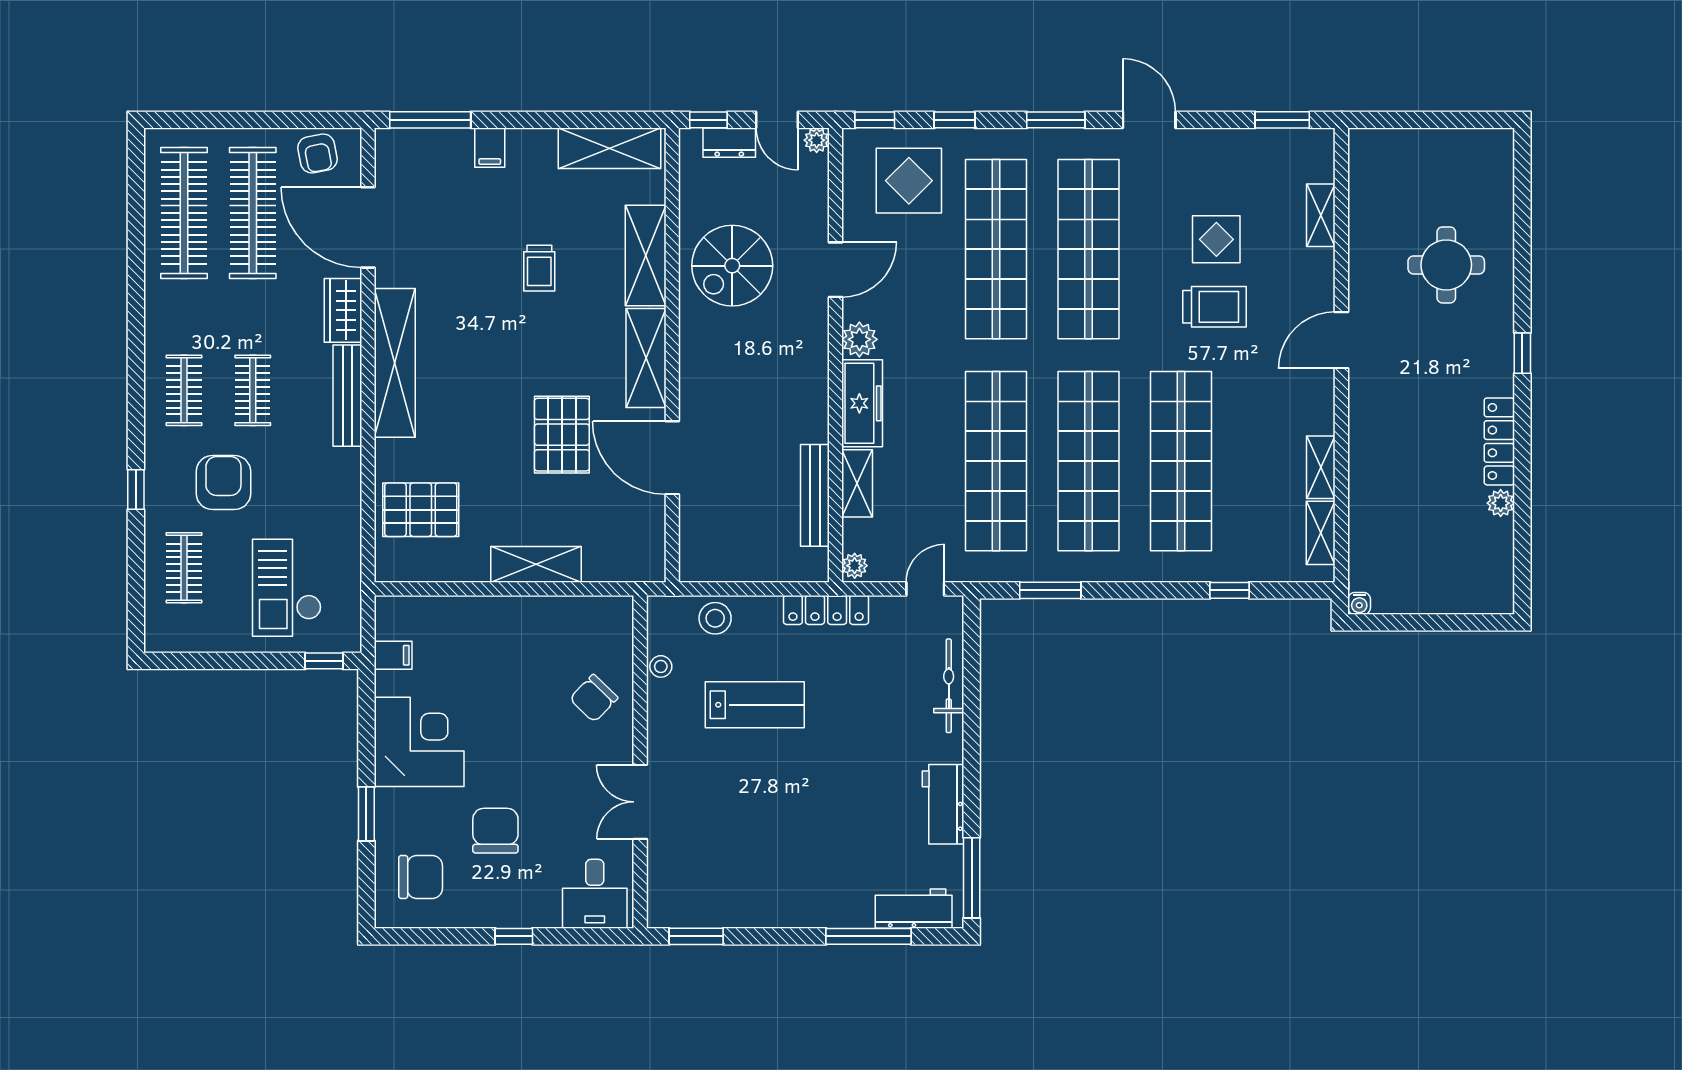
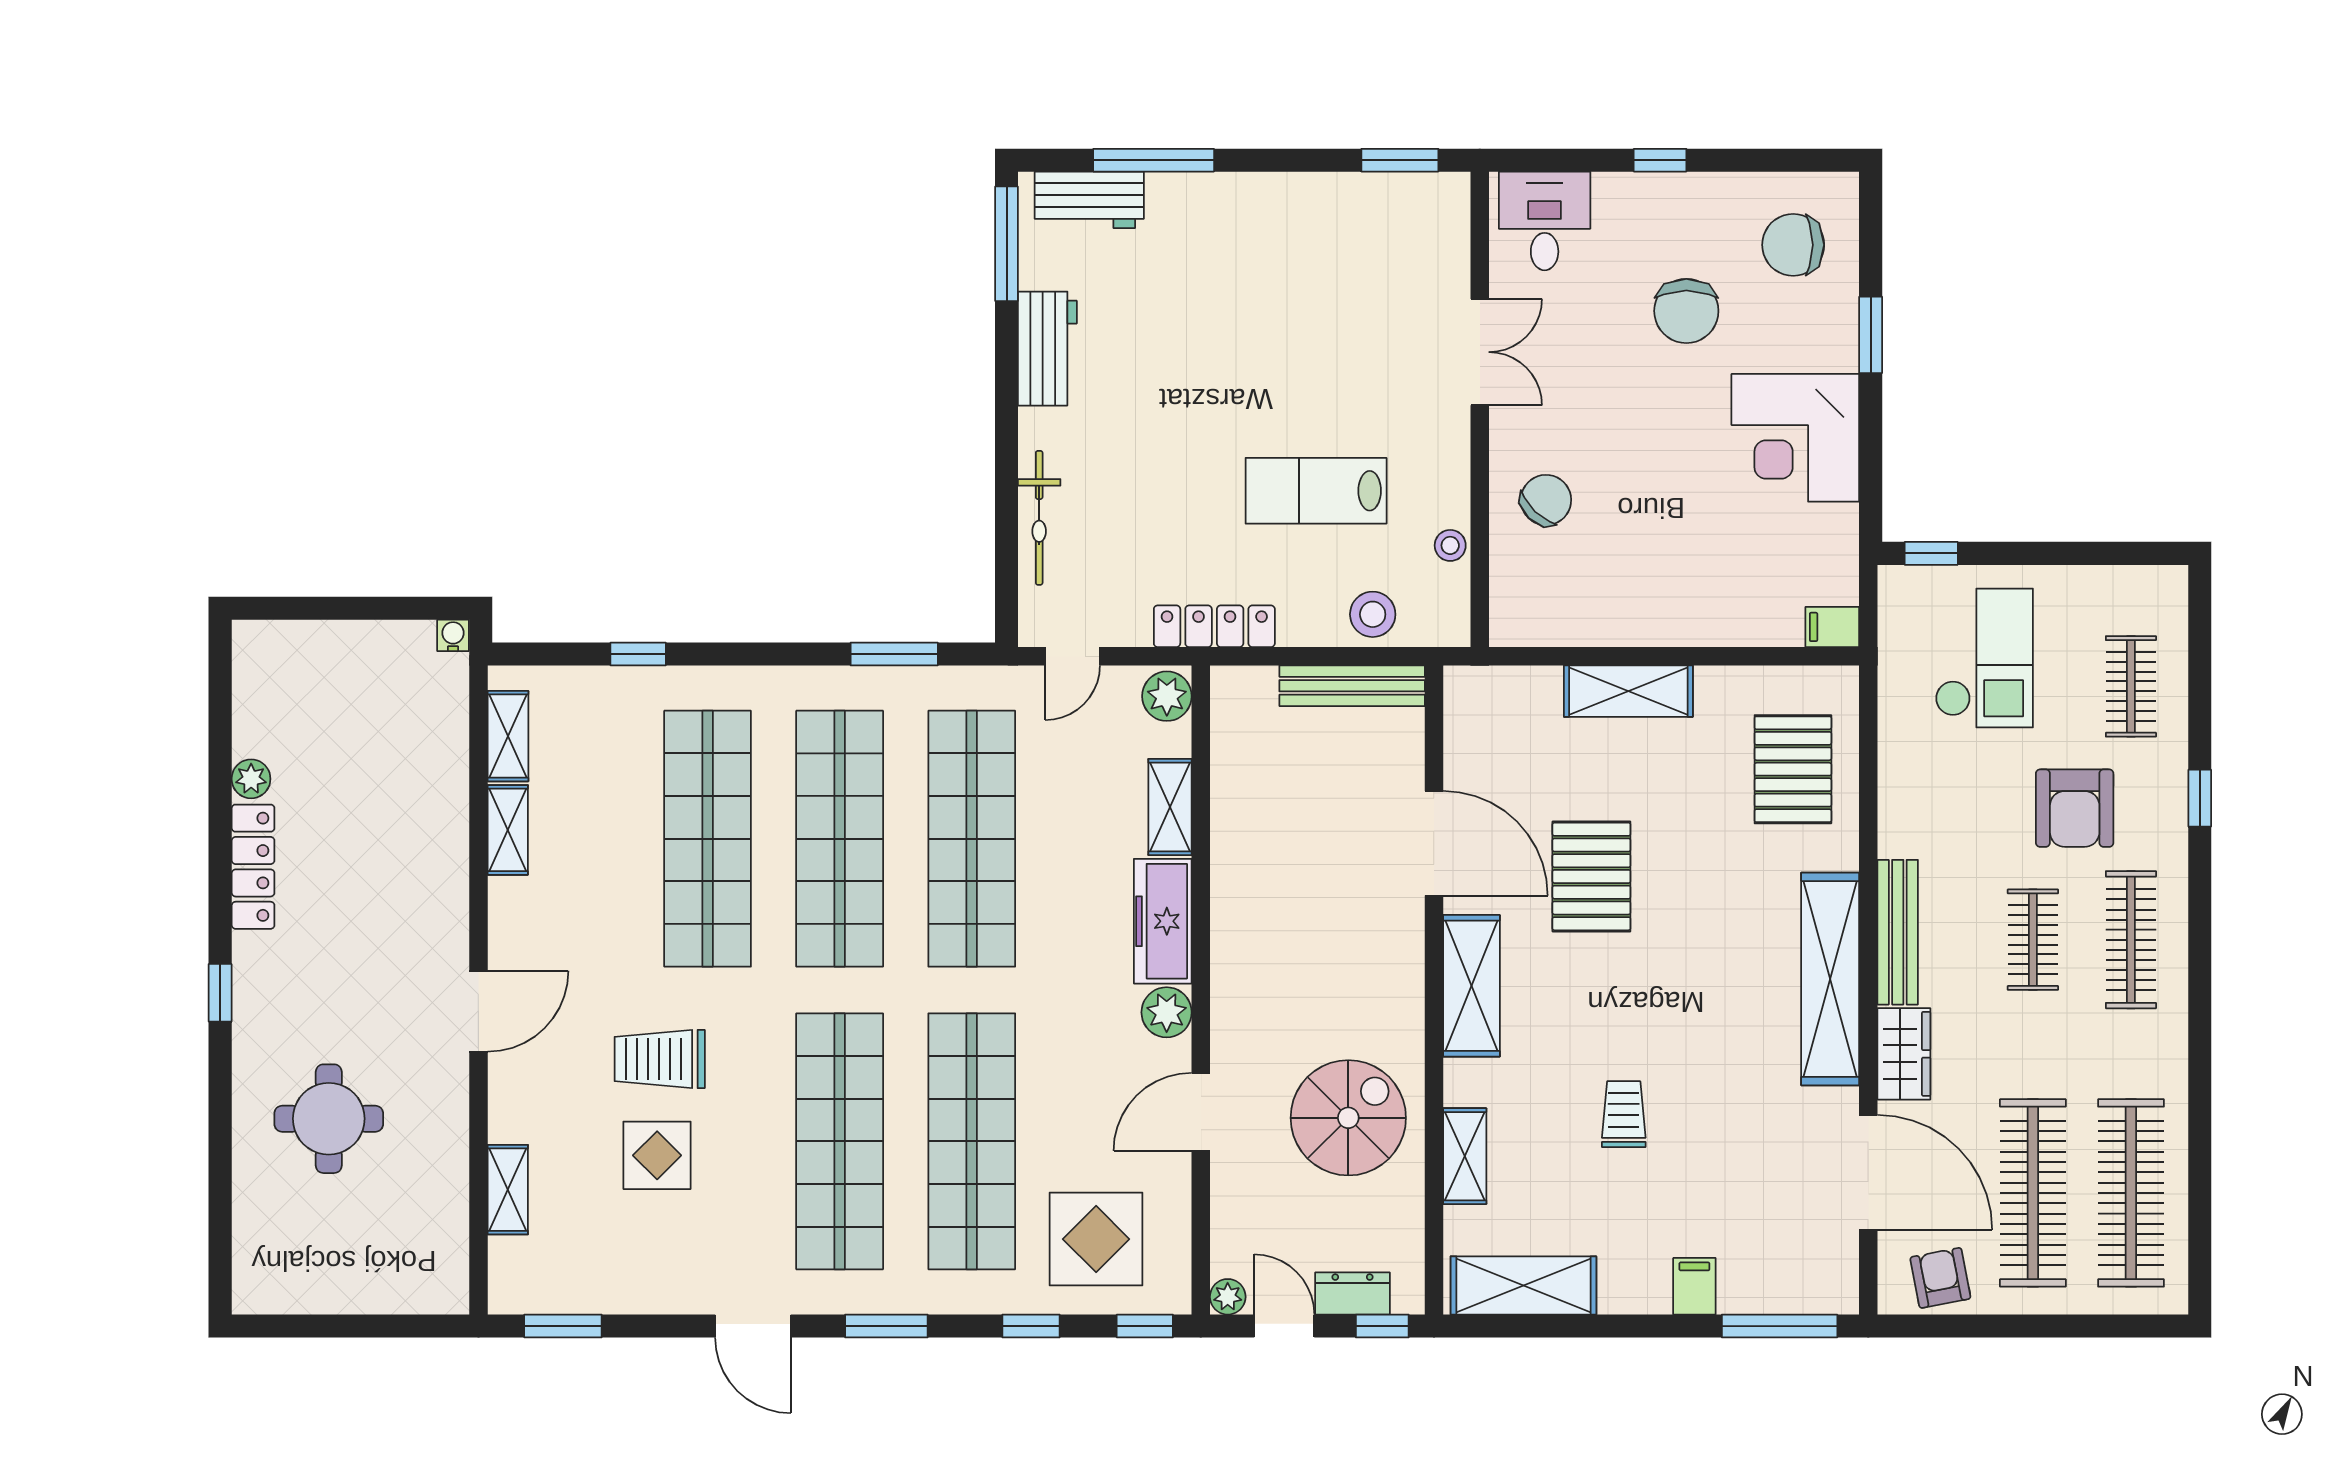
shelving: (646, 256) -> (1465, 1156), width x0.67, depth x0.75
clothes rail: (184, 390) -> (2131, 940), width x1.36
bench: (815, 495) -> (1352, 686), moved, turned 90
pallet: (421, 510) -> (1793, 769), turned 90
plant: (855, 566) -> (1167, 696), width x1.38, depth x1.38
filing cabinet: (393, 655) -> (1832, 627), moved

